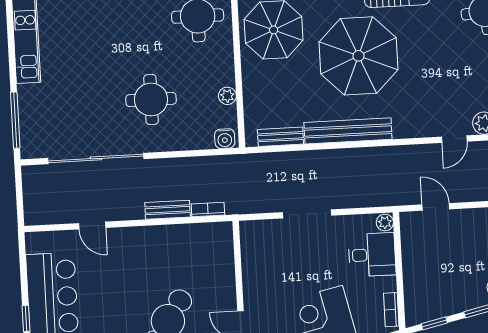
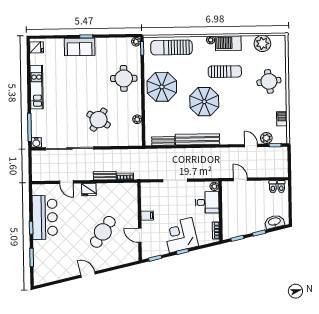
parasol: (359, 56) -> (204, 102), width x0.73, depth x0.73
round table: (151, 99) -> (99, 120), turned 32
water cooler: (225, 139) -> (36, 142), moved
door: (454, 139) -> (251, 146), swing flipped
fridge: (137, 238) -> (89, 190), added
filing cabinet: (254, 285) -> (147, 216), added

